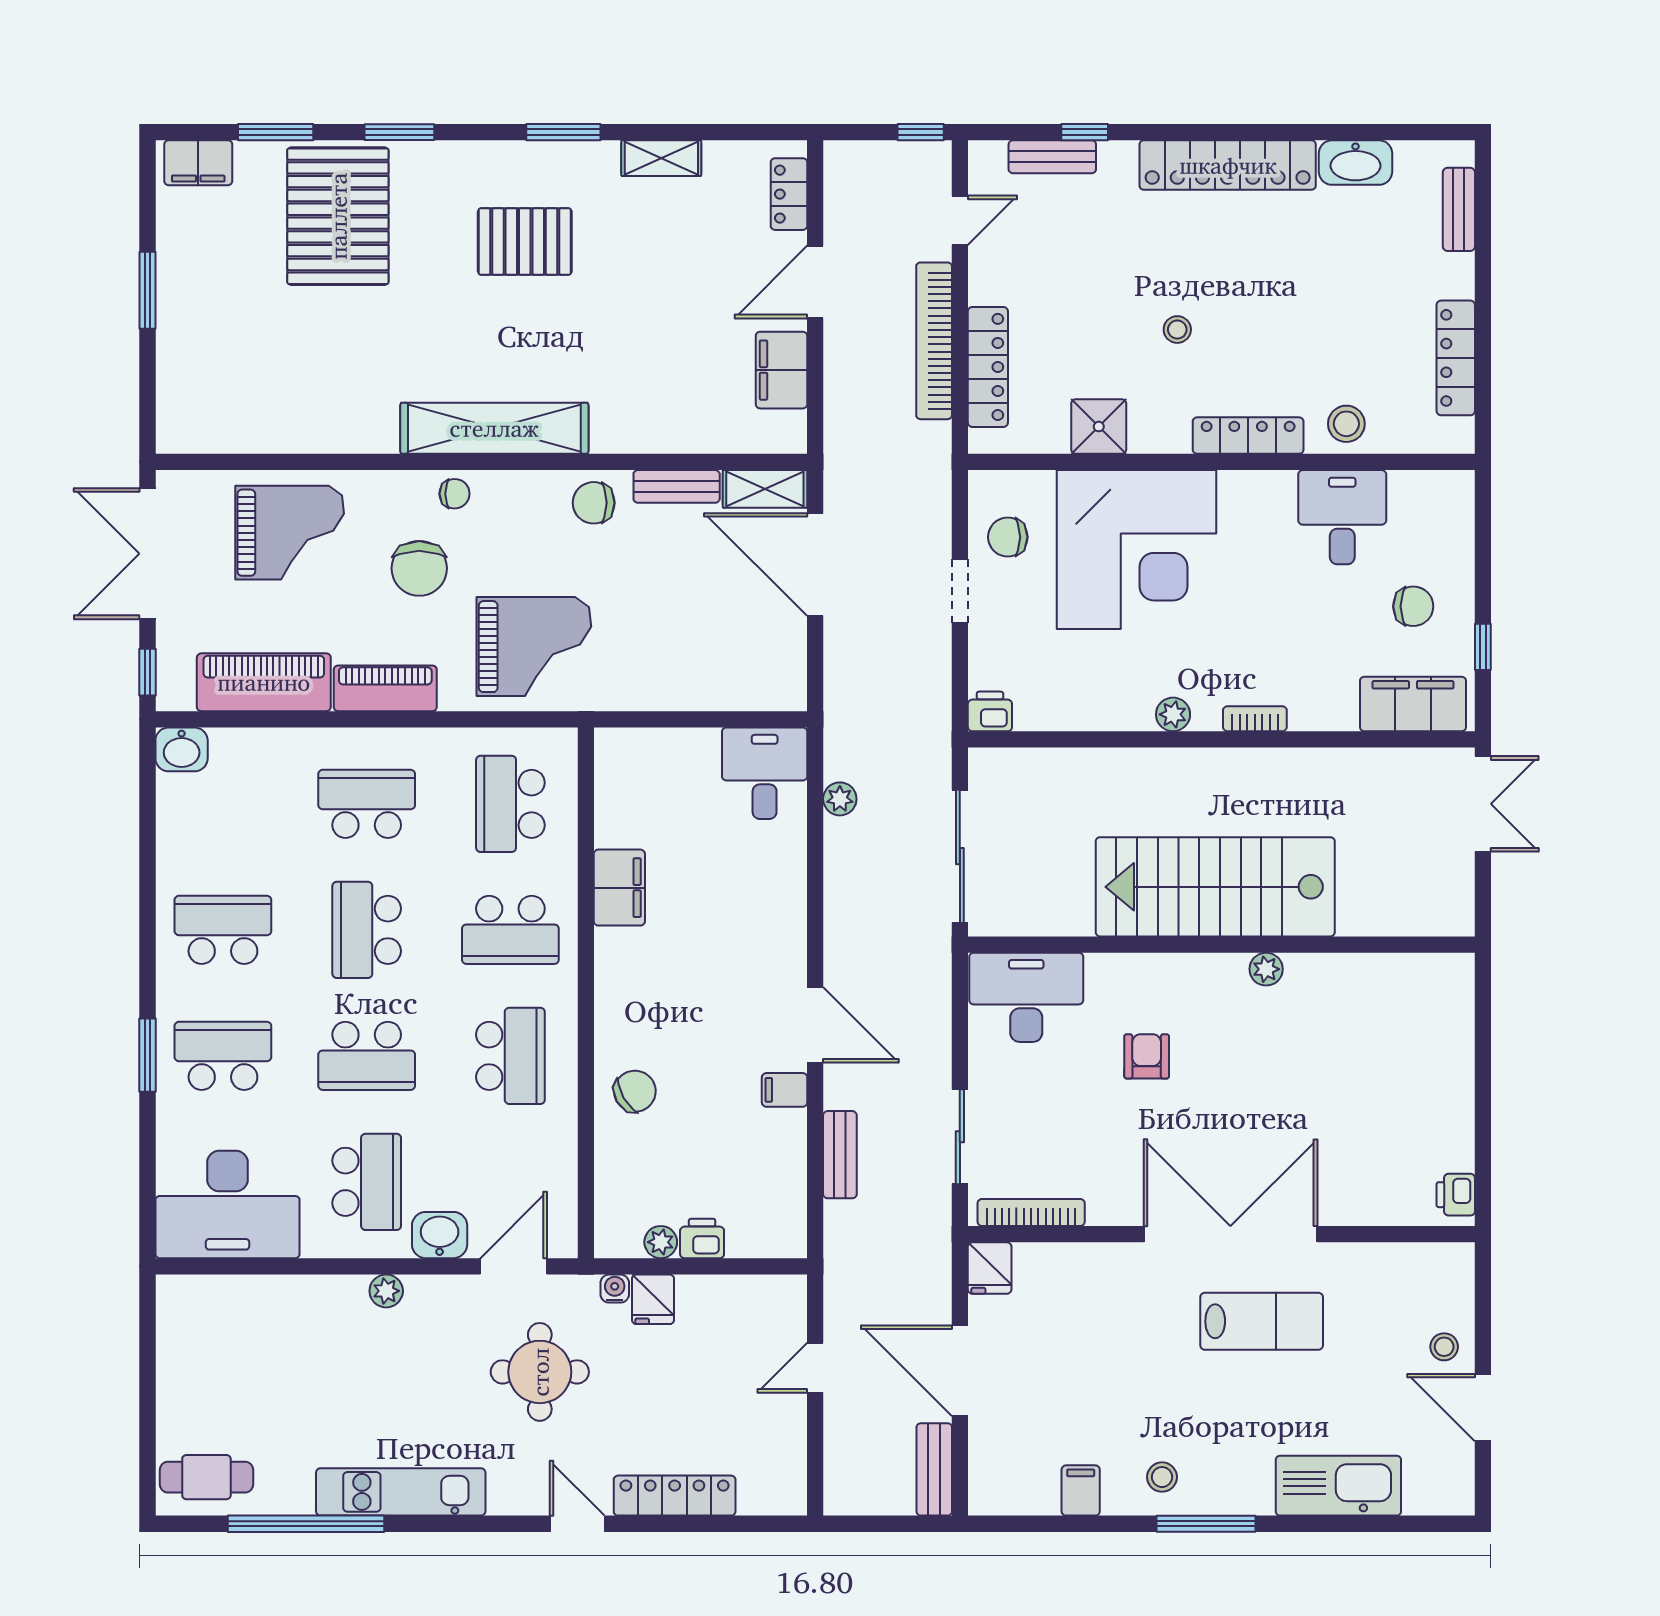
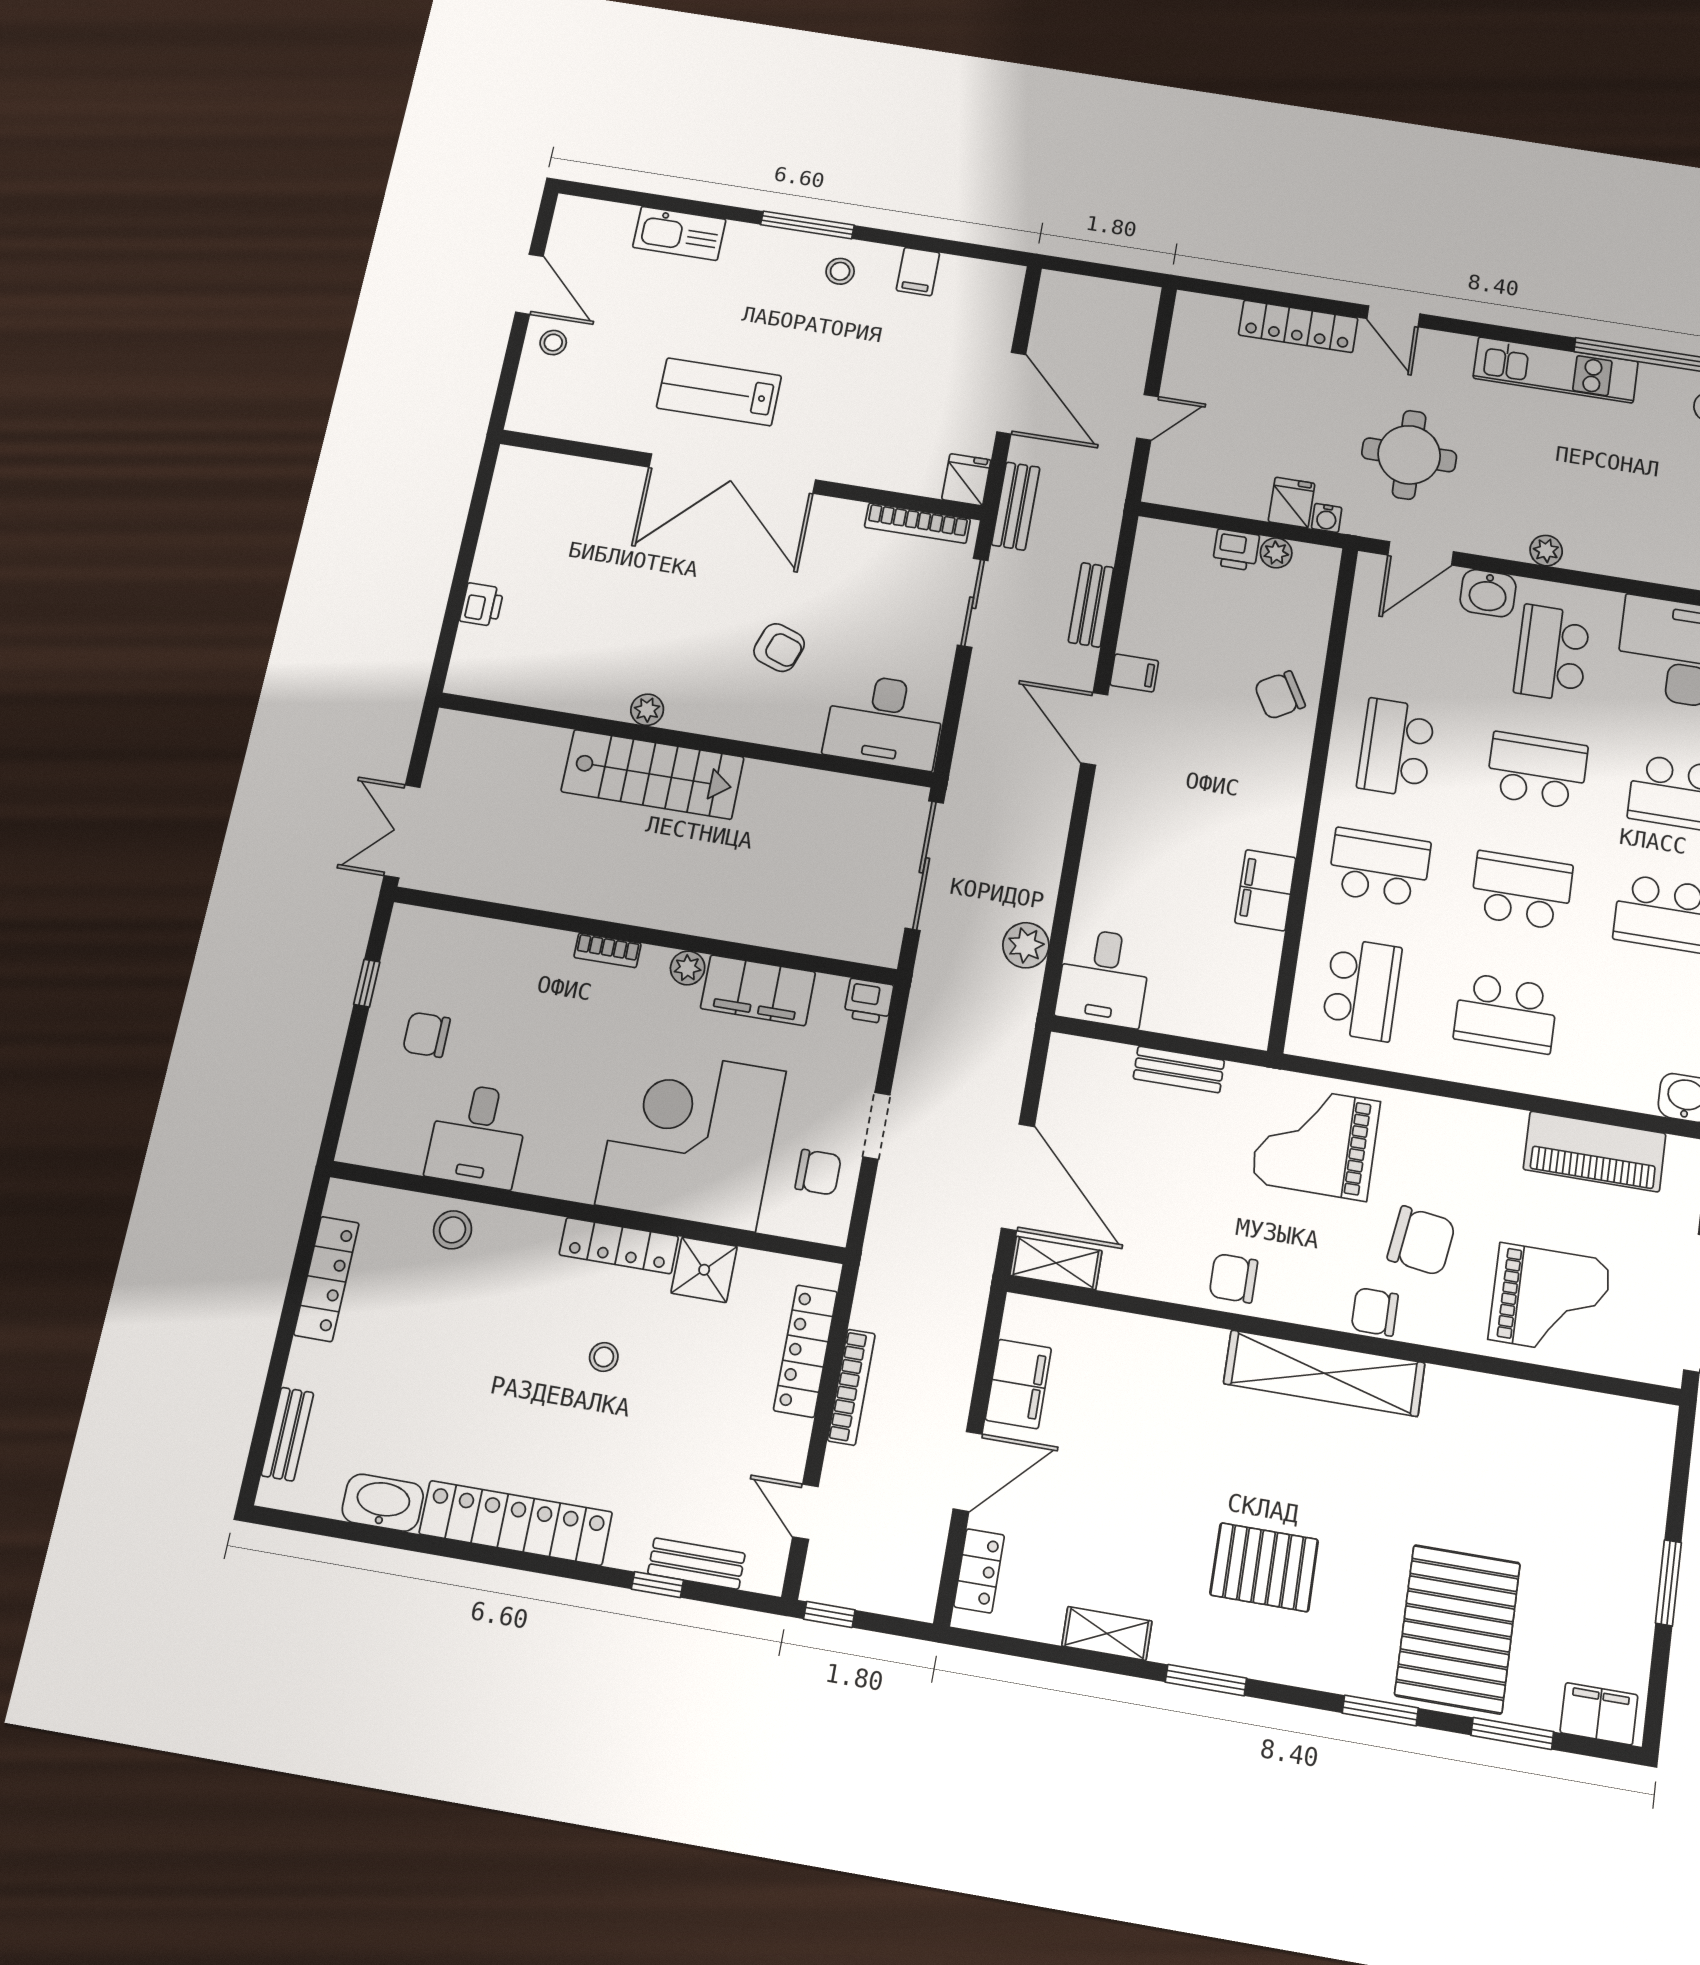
door: (960, 220) -> (806, 1512), hinge flipped
bookcase: (934, 341) -> (851, 1387), width x0.68, depth x0.76
locker: (1248, 436) -> (619, 1246), moved
bench: (677, 486) -> (1179, 1069), moved
chair: (455, 494) -> (1375, 1312), width x1.37, depth x1.37
chair: (594, 503) -> (1233, 1278), turned 180
grand piano: (290, 533) -> (1550, 1300), turned 180
chair: (419, 568) -> (1421, 1241), turned 98
piano: (385, 688) -> (1472, 1125), removed
filing cabinet: (1413, 704) -> (758, 990), moved
plant: (840, 799) -> (1026, 945), width x1.38, depth x1.38
stairs: (1215, 887) -> (653, 774), width x0.73, depth x0.66
school desk: (367, 930) -> (1522, 890), turned -90
armchair: (1147, 1056) -> (779, 648), turned -71
printer: (1456, 1195) -> (482, 605), moved
bench: (934, 1469) -> (1016, 506), moved
kitchen sink: (1338, 1486) -> (679, 233), width x0.73, depth x0.81

